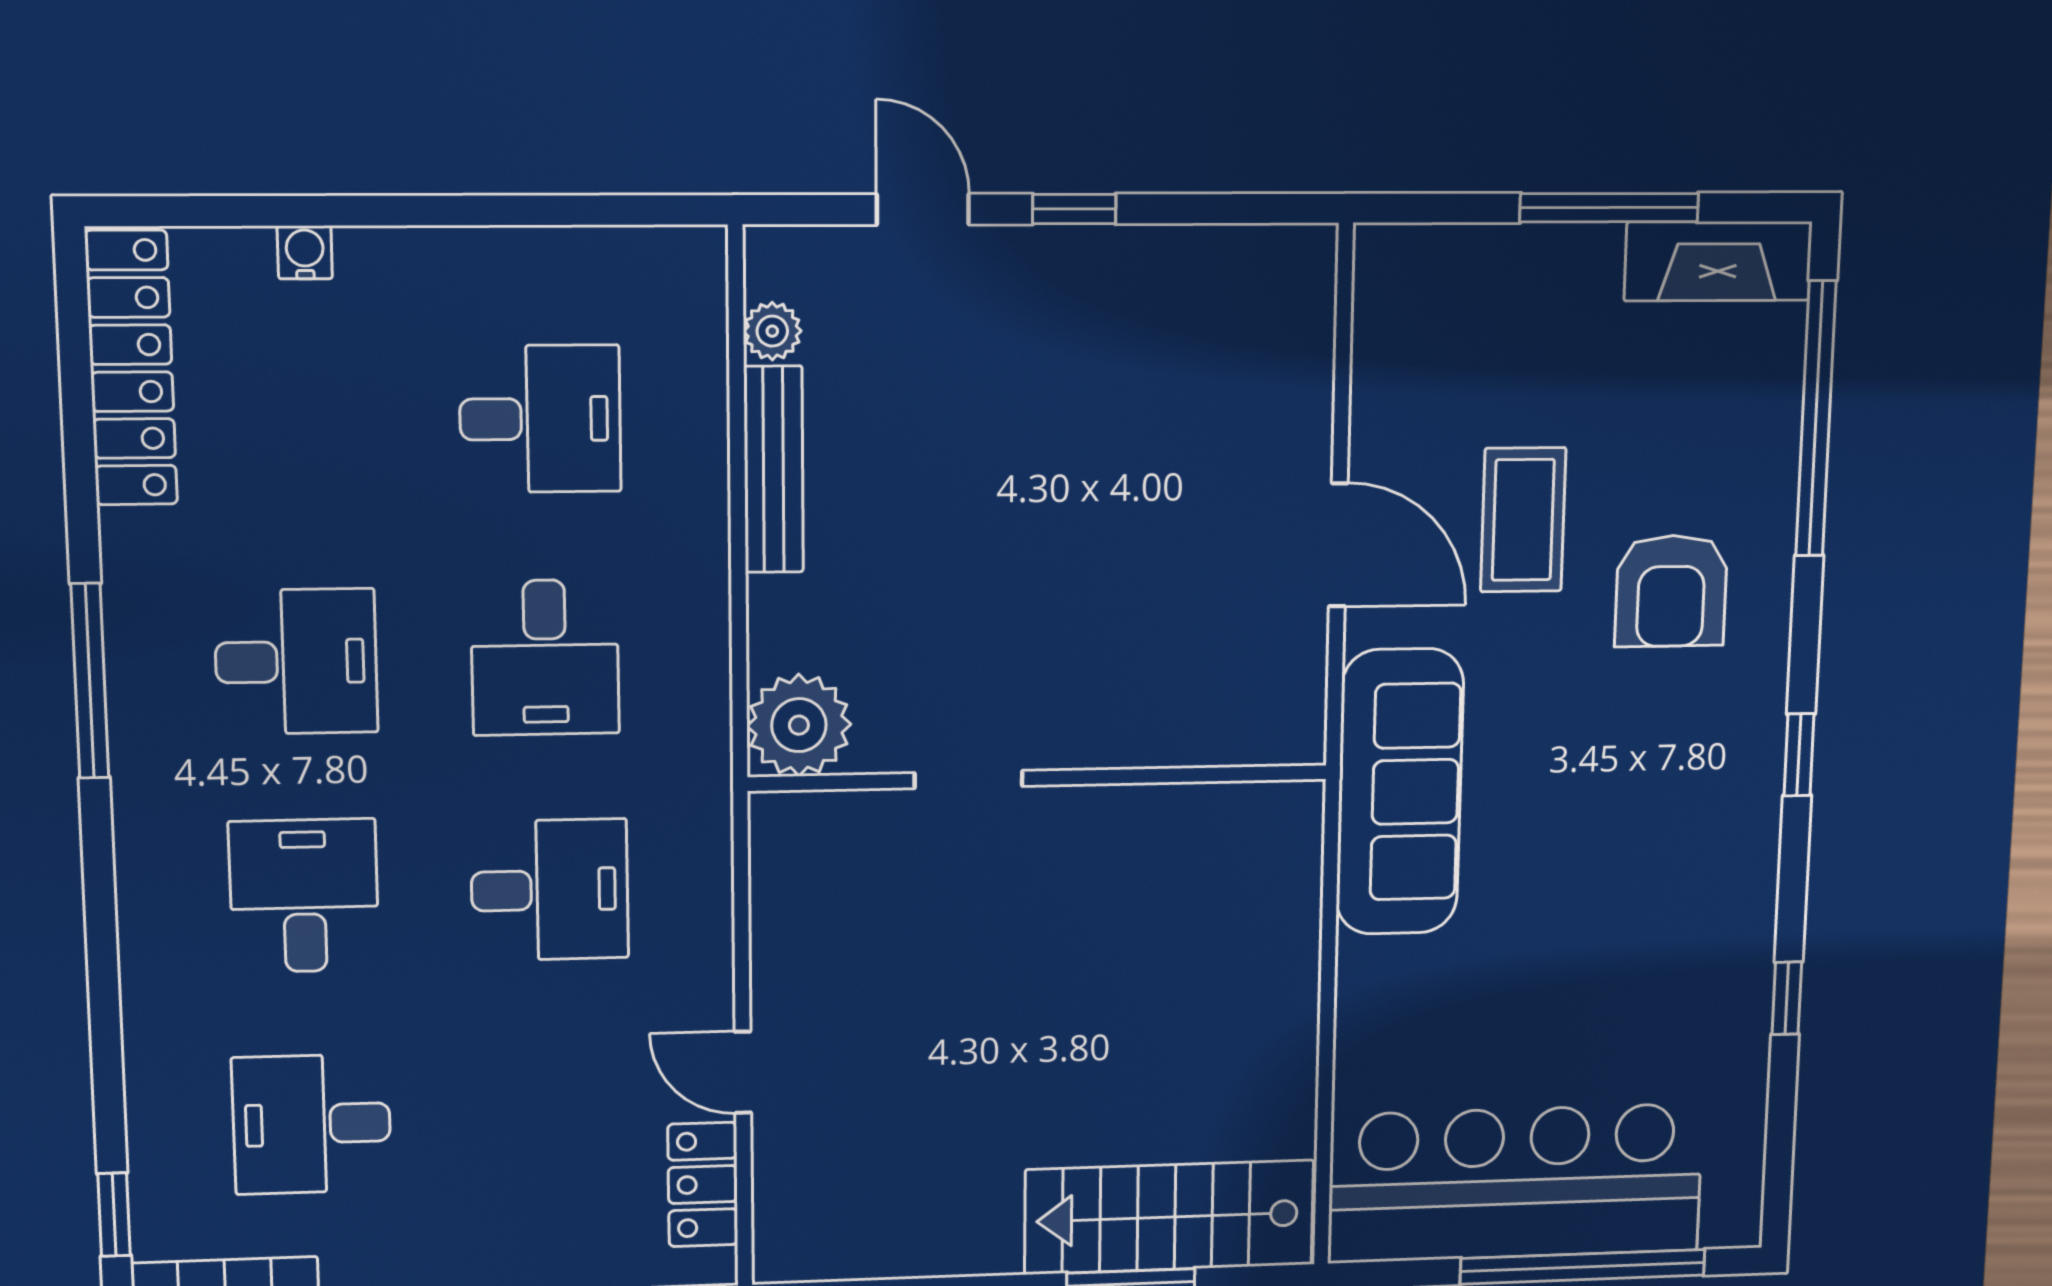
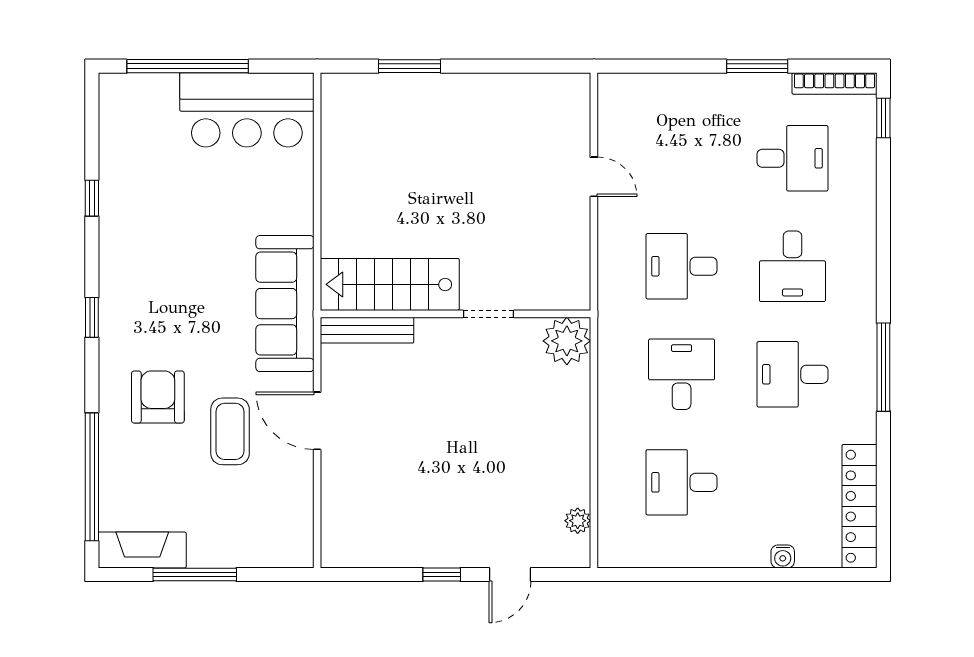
door: (923, 209) -> (510, 574), hinge flipped
bench: (774, 470) -> (367, 330), moved, turned 90
bar counter: (1516, 1183) -> (247, 110), width x0.73
locker: (703, 1185) -> (613, 123), removed
stairs: (1169, 1217) -> (390, 284), moved, turned 180

